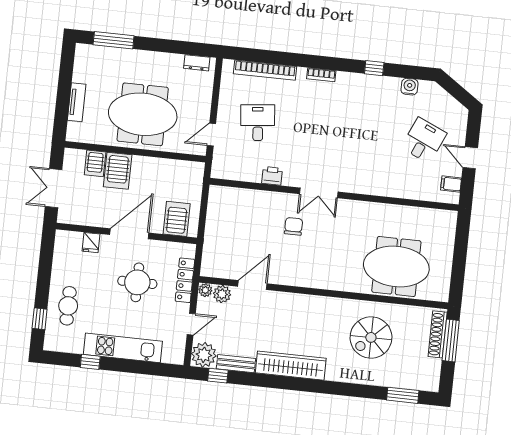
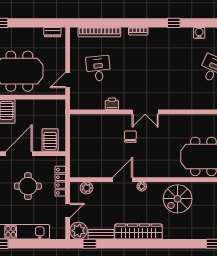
door: (252, 285) -> (123, 180), moved
plant: (205, 290) -> (142, 186), moved
spiral stairs: (371, 337) -> (178, 199), moved

